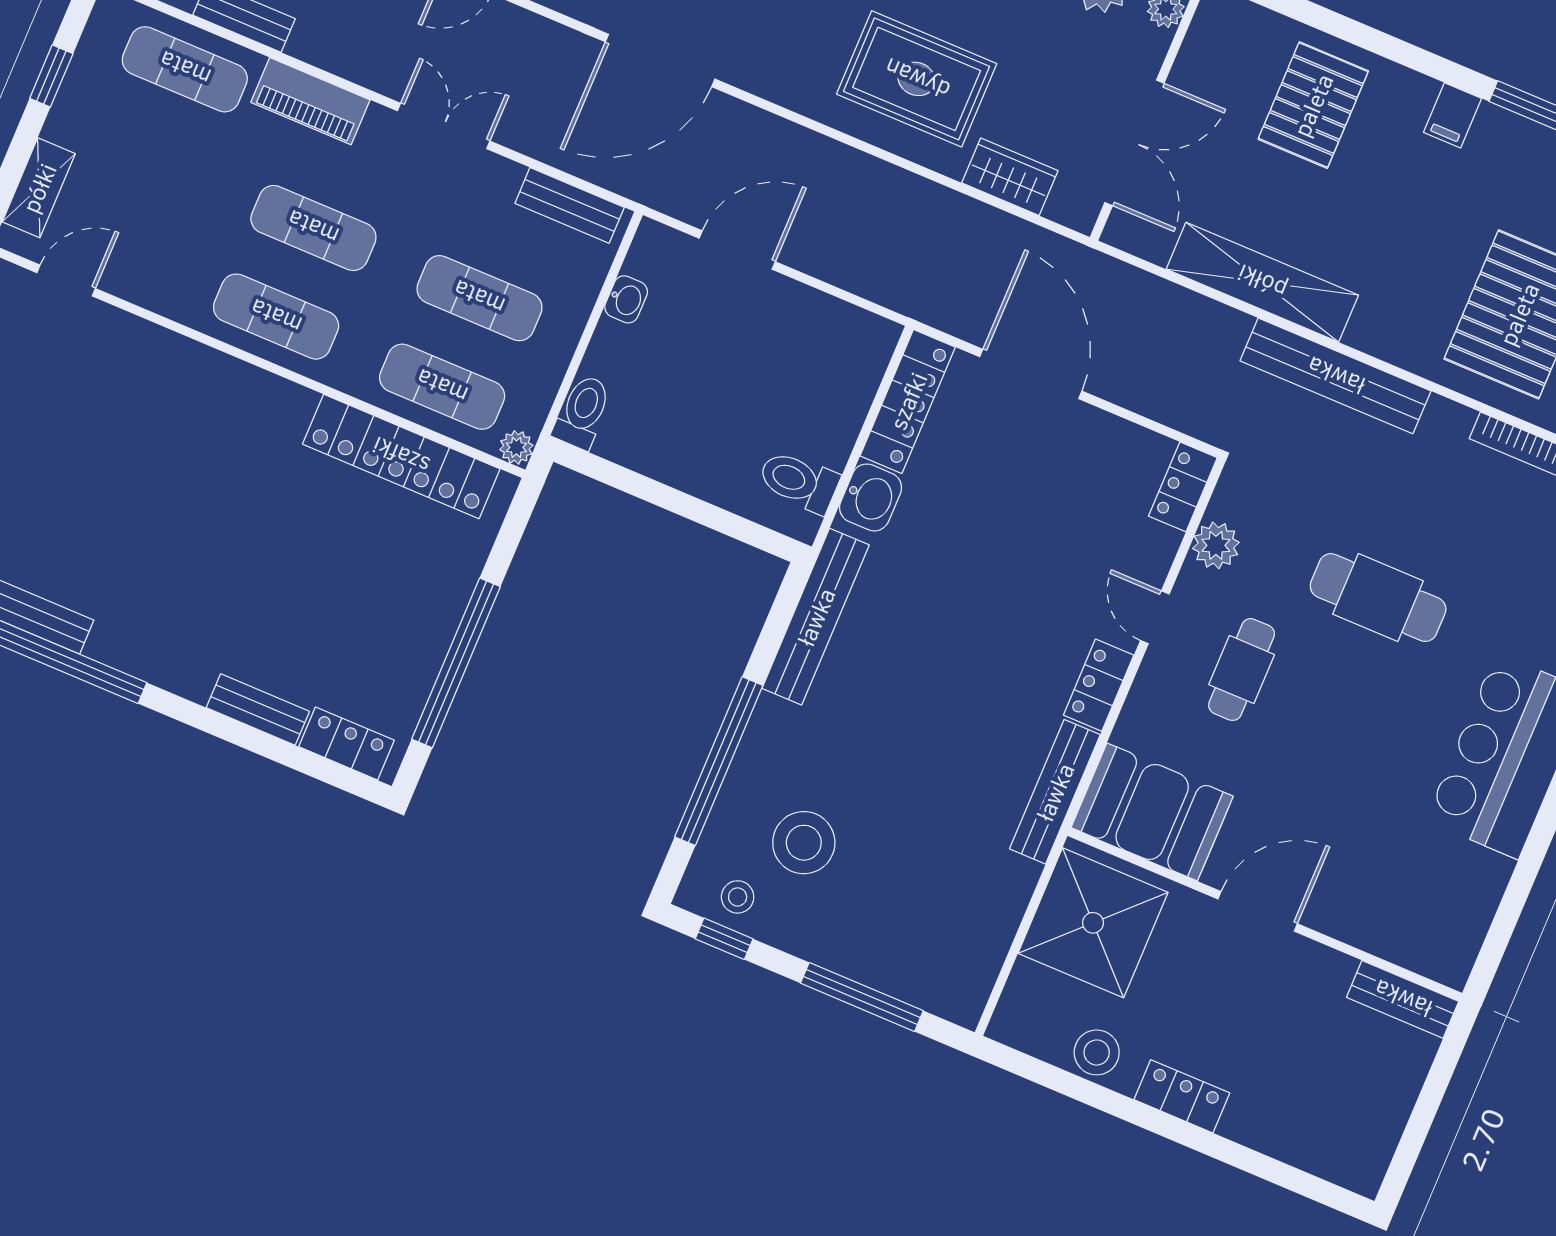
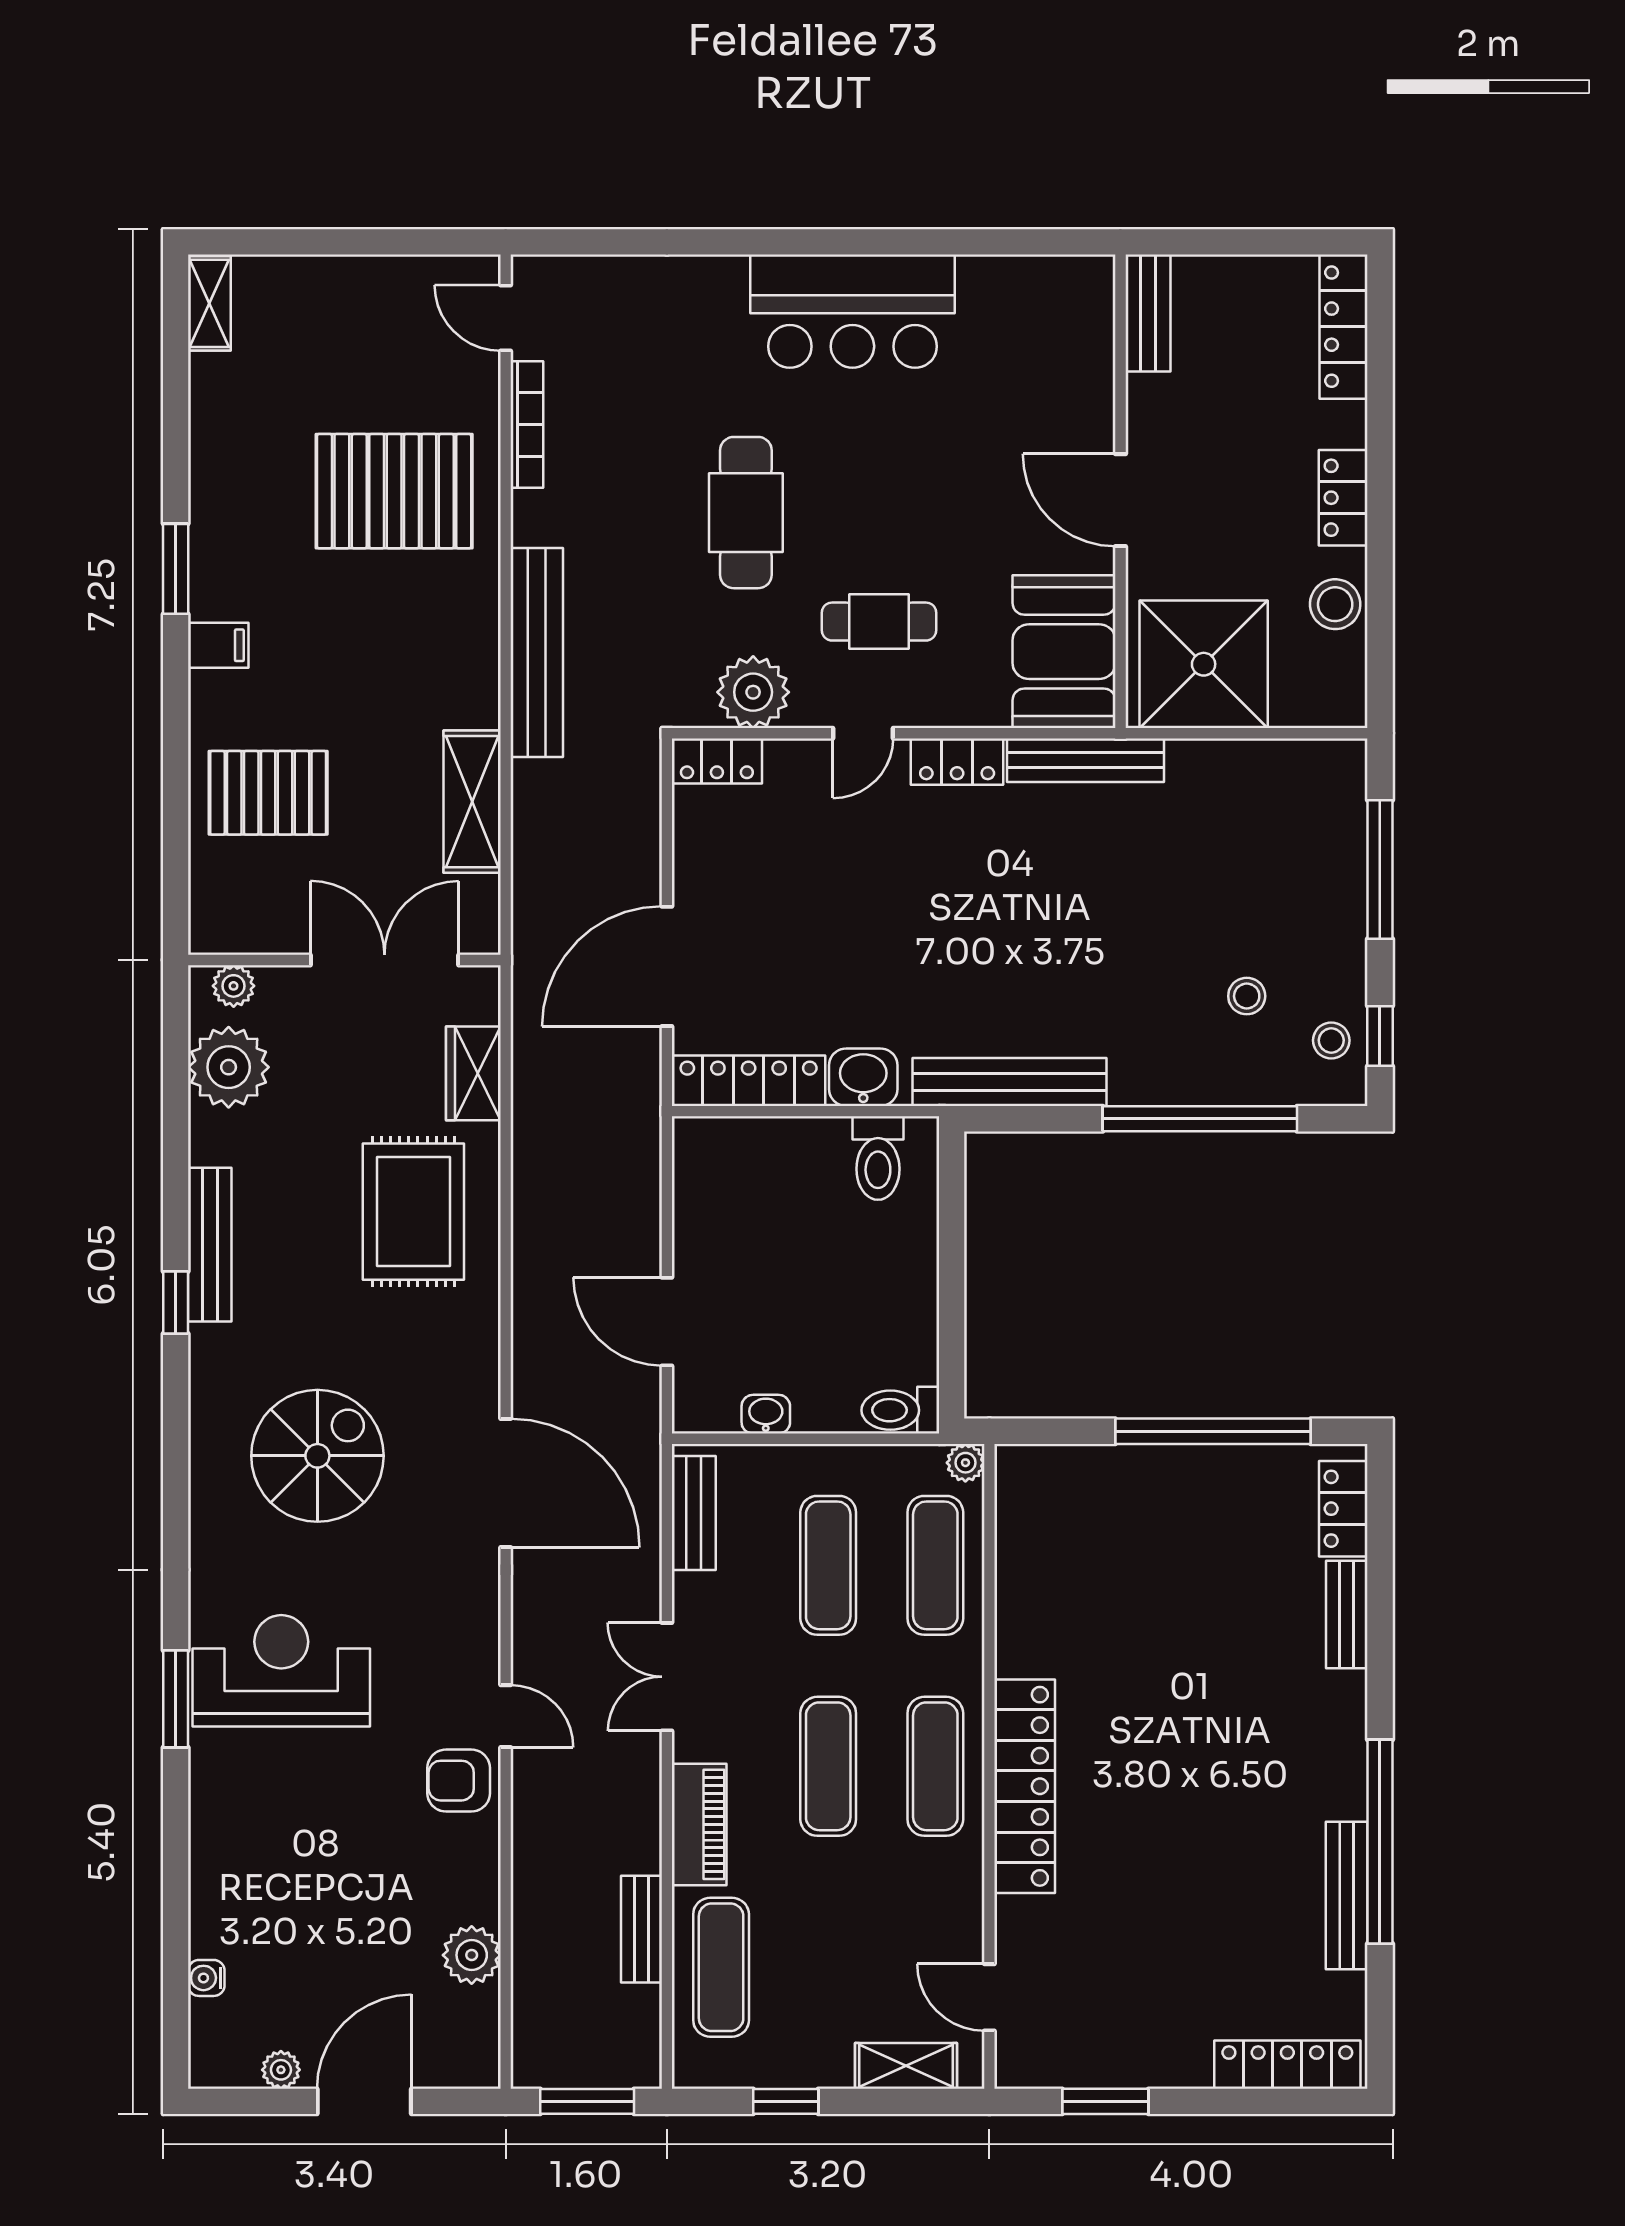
shelving: (1262, 282) -> (472, 802), width x0.68
locker: (401, 456) -> (1025, 1786), moved
plant: (1216, 545) -> (753, 692), width x1.36, depth x1.36
stool: (804, 843) -> (1247, 996), width x0.53, depth x0.53
locker: (1323, 1156) -> (1344, 327), added

